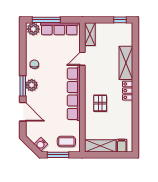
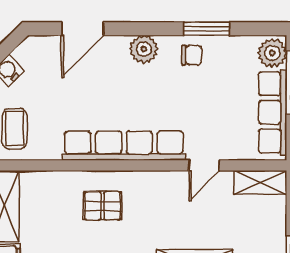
door: (82, 59) -> (204, 165), swing flipped
window: (23, 86) -> (207, 29), moved

